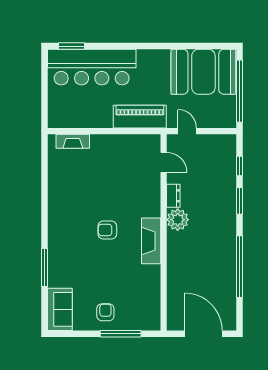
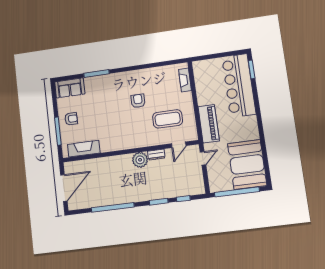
coffee table: (125, 173) -> (168, 119), added
armchair: (107, 230) -> (138, 101), moved
fireplace: (151, 241) -> (84, 149), moved

